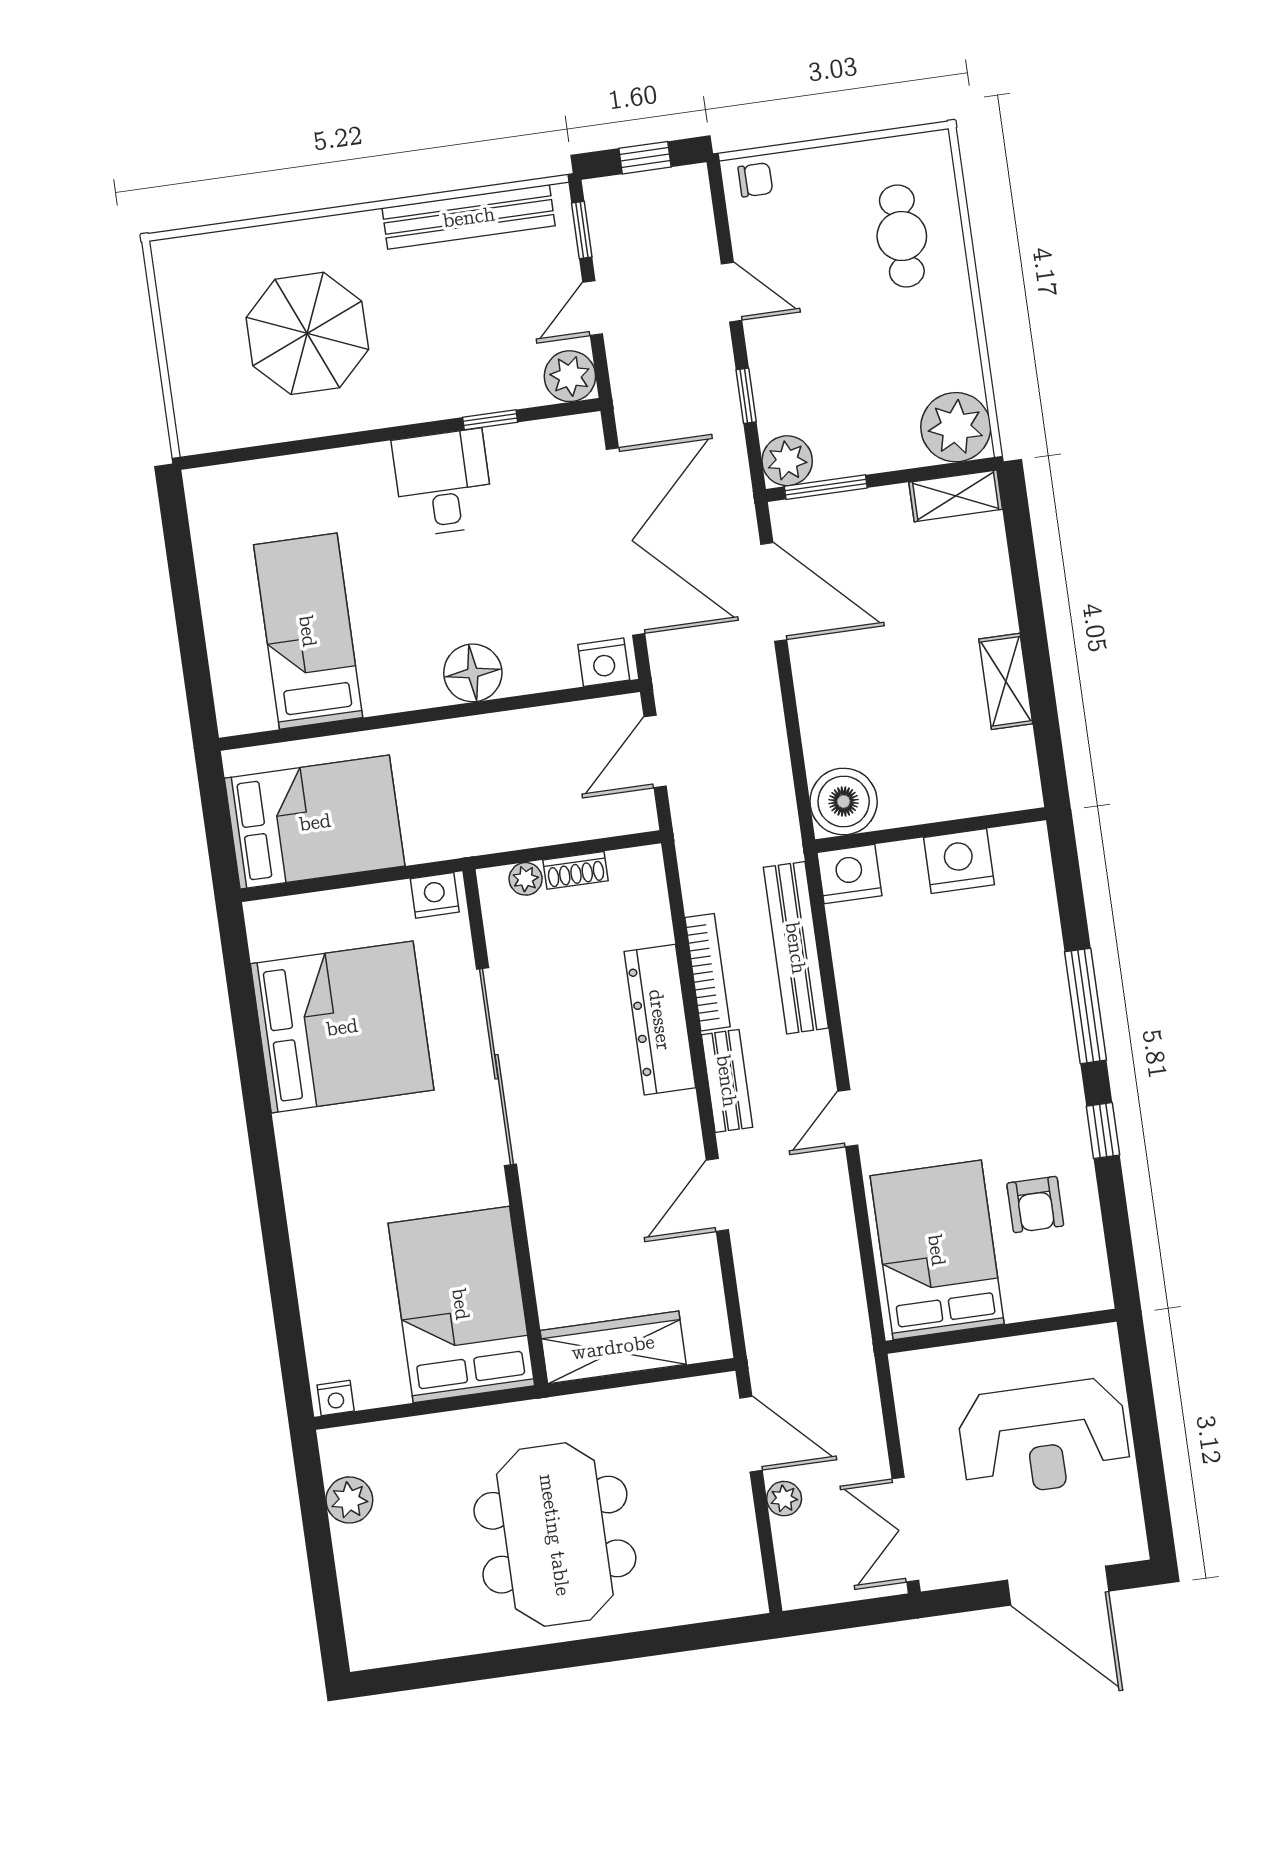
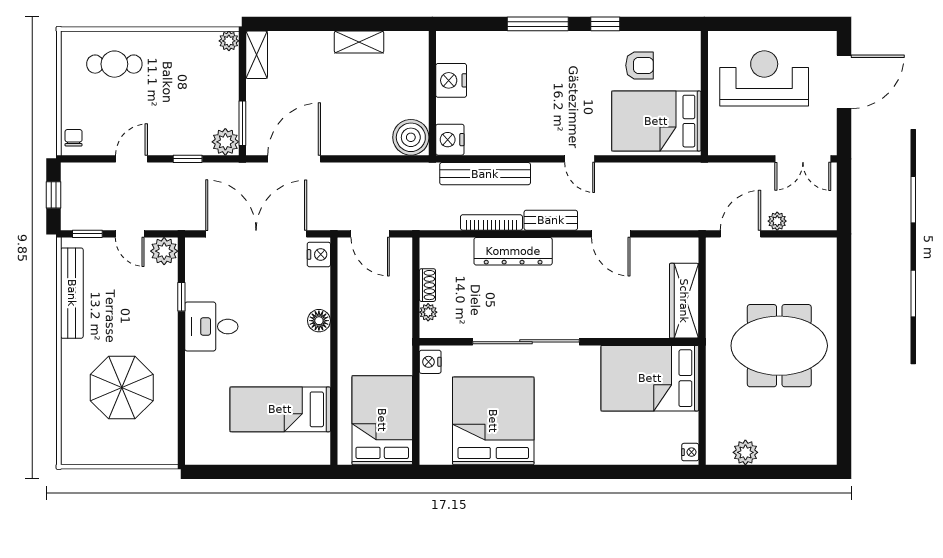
plant: (956, 427) -> (229, 41), width x0.53, depth x0.53
floor lamp: (473, 673) -> (319, 321), width x0.73, depth x0.73
reception desk: (1044, 1438) -> (764, 78), turned -90

